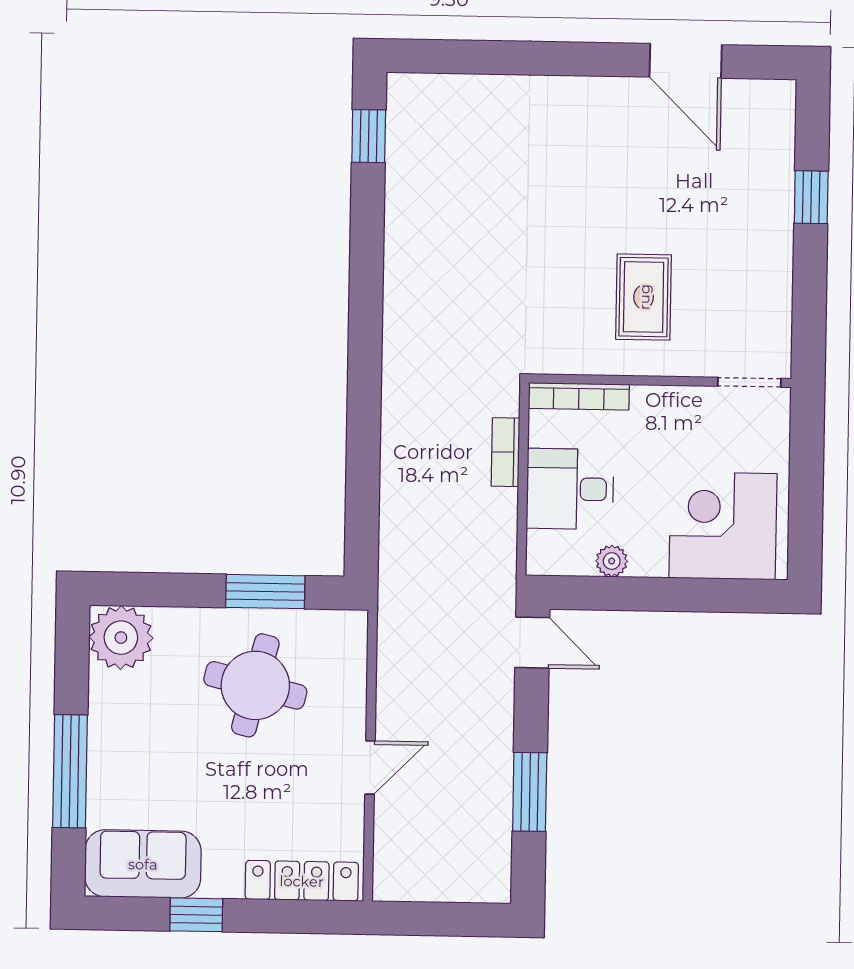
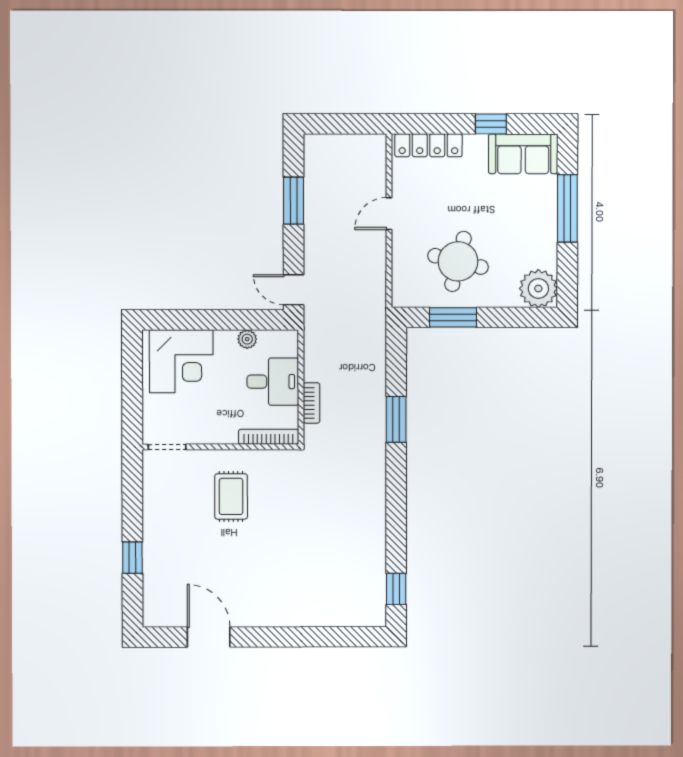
window: (364, 422) -> (396, 419), added

